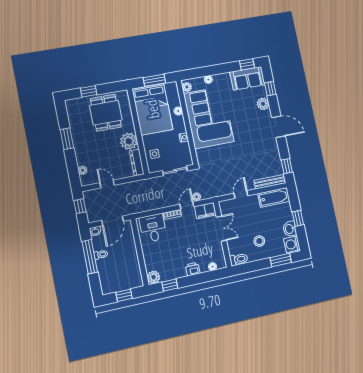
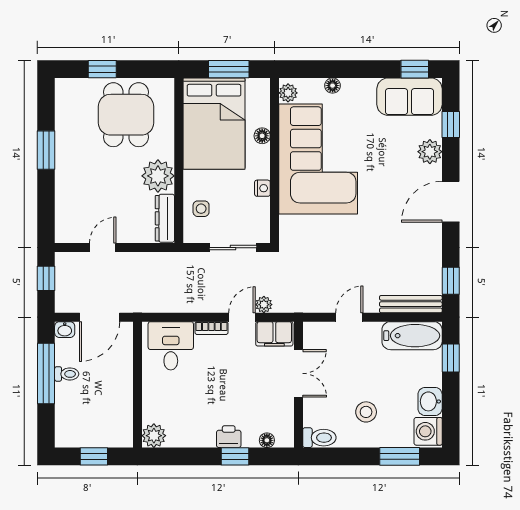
door: (278, 127) -> (451, 202), swing flipped
plant: (83, 170) -> (63, 214), removed
door: (107, 184) -> (103, 248), hinge flipped
window: (298, 218) -> (451, 358), moved
window: (170, 285) -> (235, 456), moved

